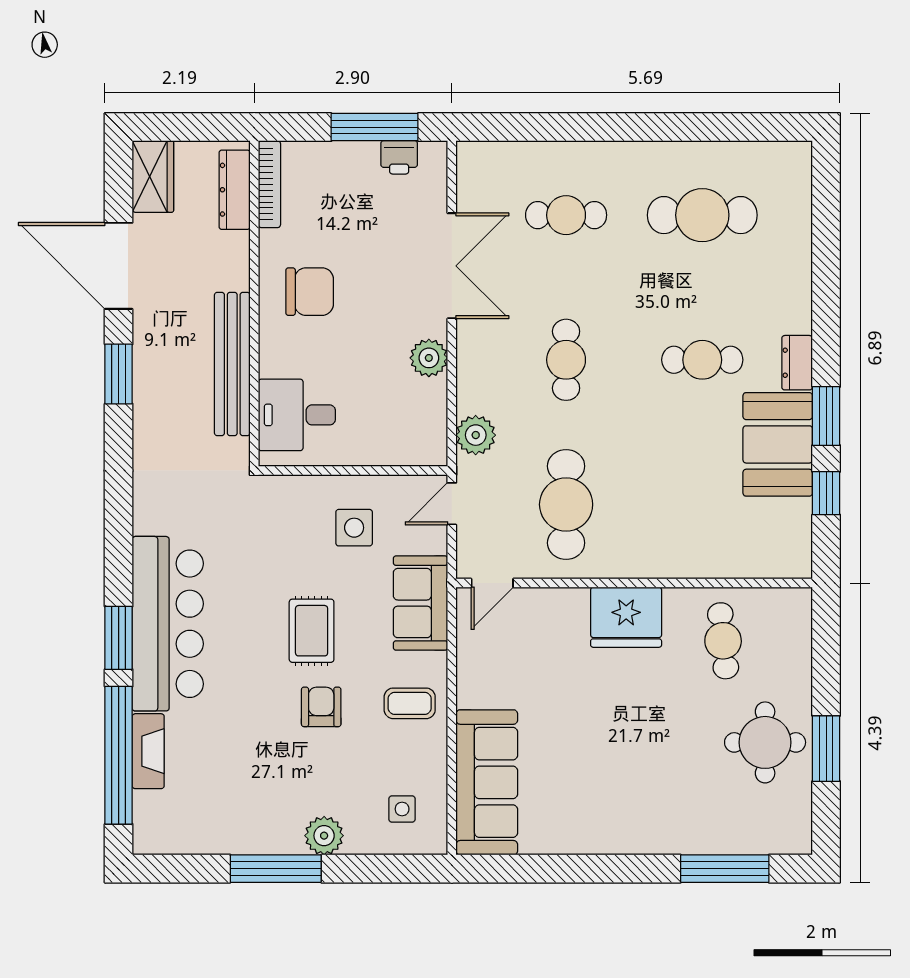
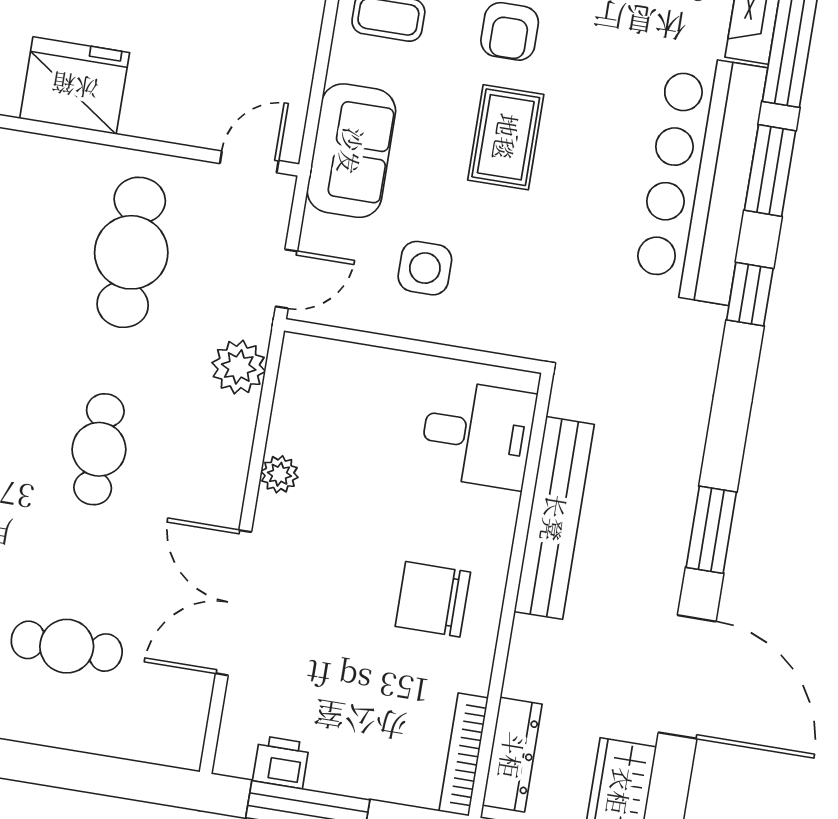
plant: (429, 358) -> (279, 474), width x0.73, depth x0.73
window: (119, 547) -> (750, 294), added

